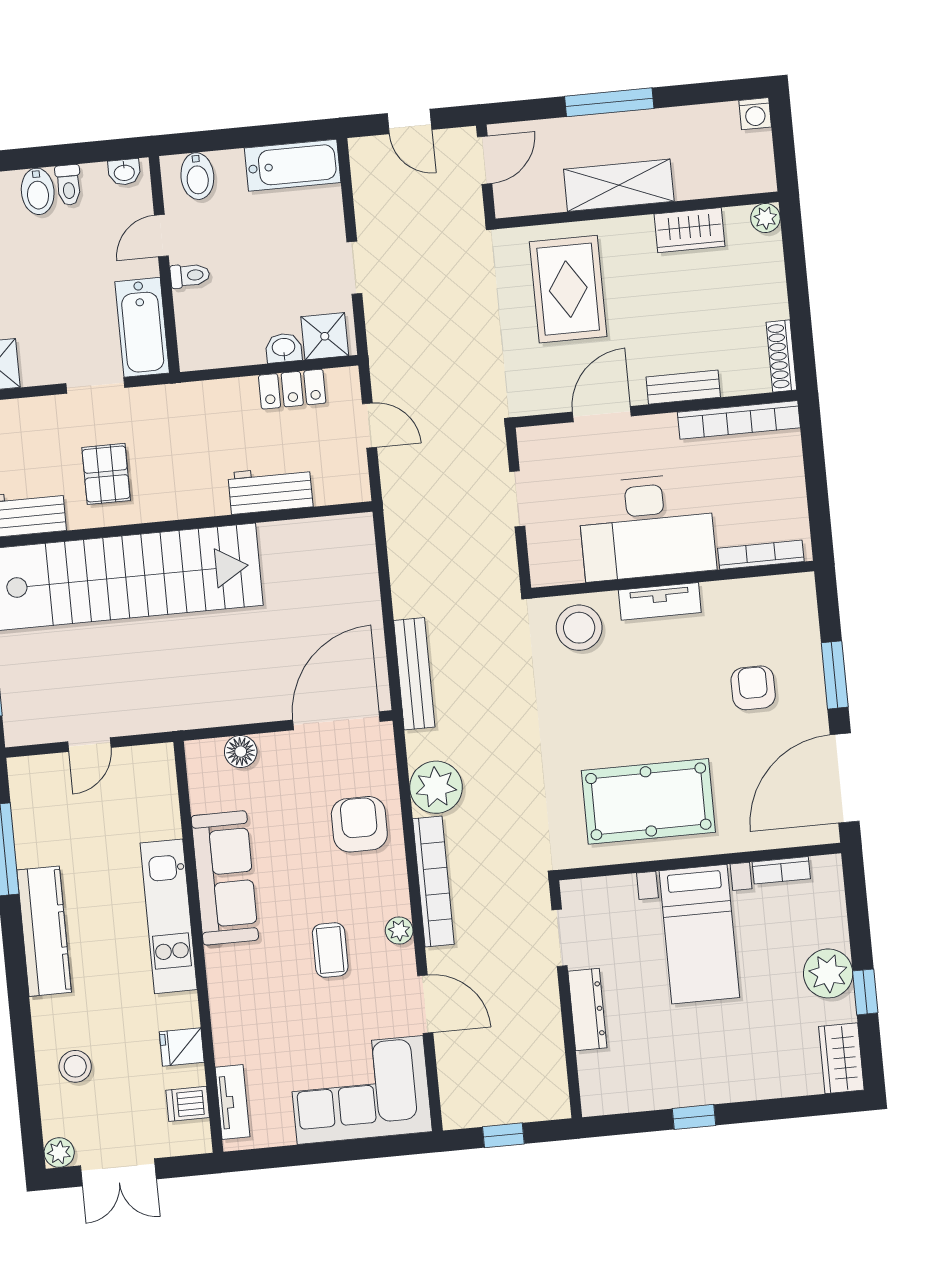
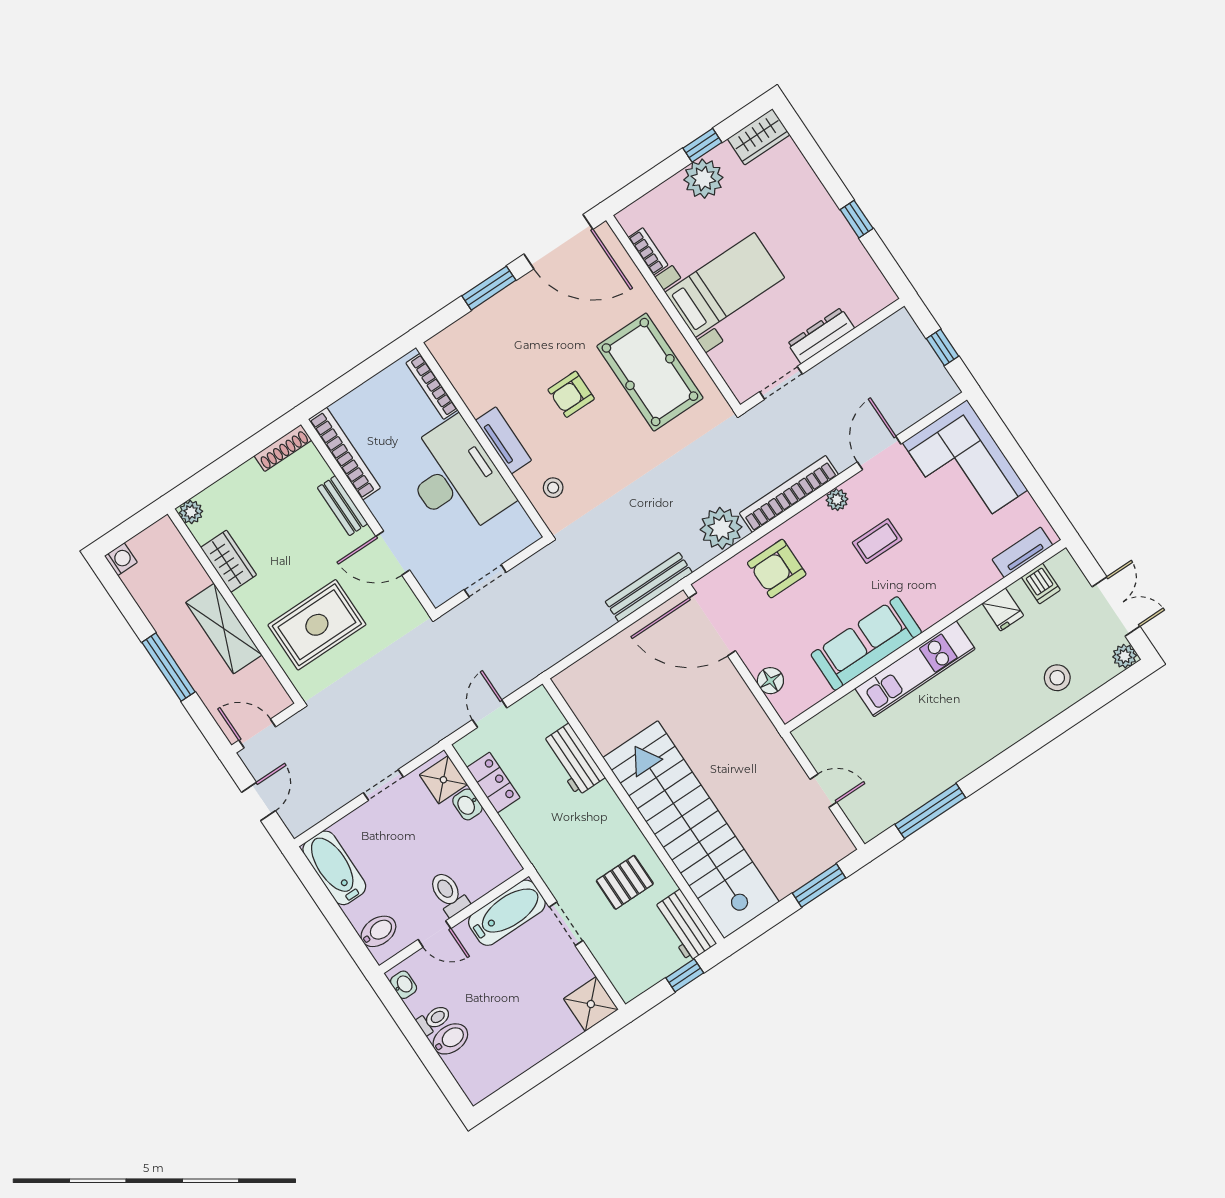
toilet: (190, 275) -> (449, 894), width x1.37, depth x1.39
stool: (579, 628) -> (553, 488), width x0.53, depth x0.53
armchair: (753, 688) -> (571, 394), moved
kitchen counter: (44, 931) -> (973, 751), removed

